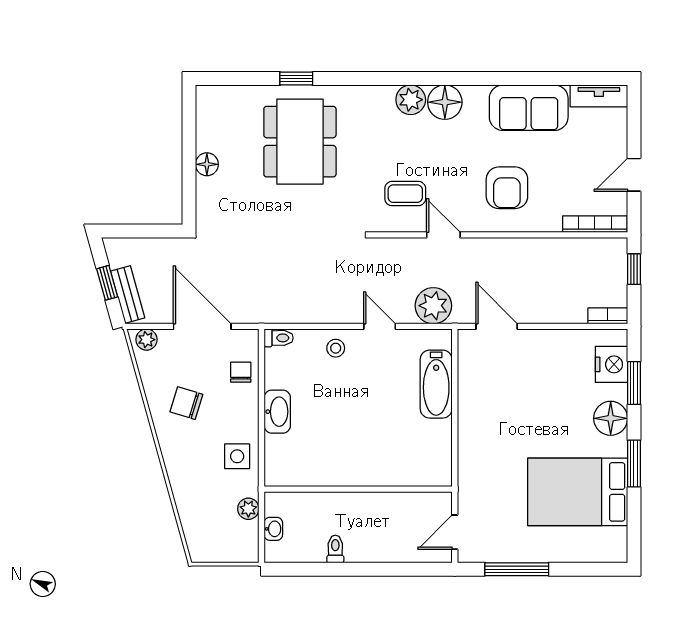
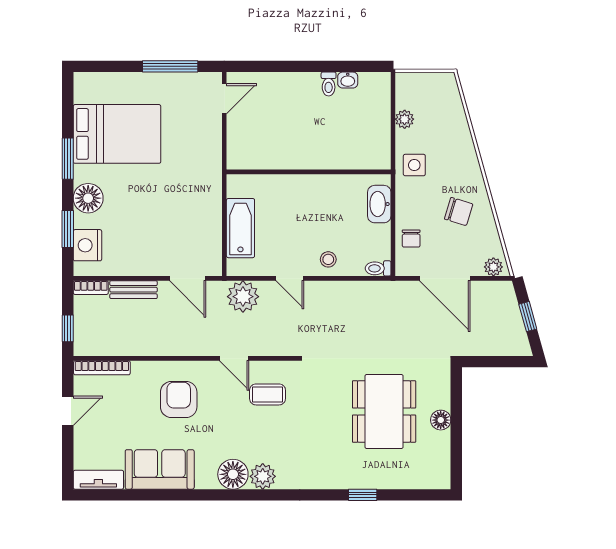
dining table: (300, 142) -> (384, 412), moved
bench: (128, 294) -> (134, 290), moved, turned -75
wall: (358, 489) -> (309, 172), moved
washbasin: (273, 529) -> (348, 80), moved, turned -90

